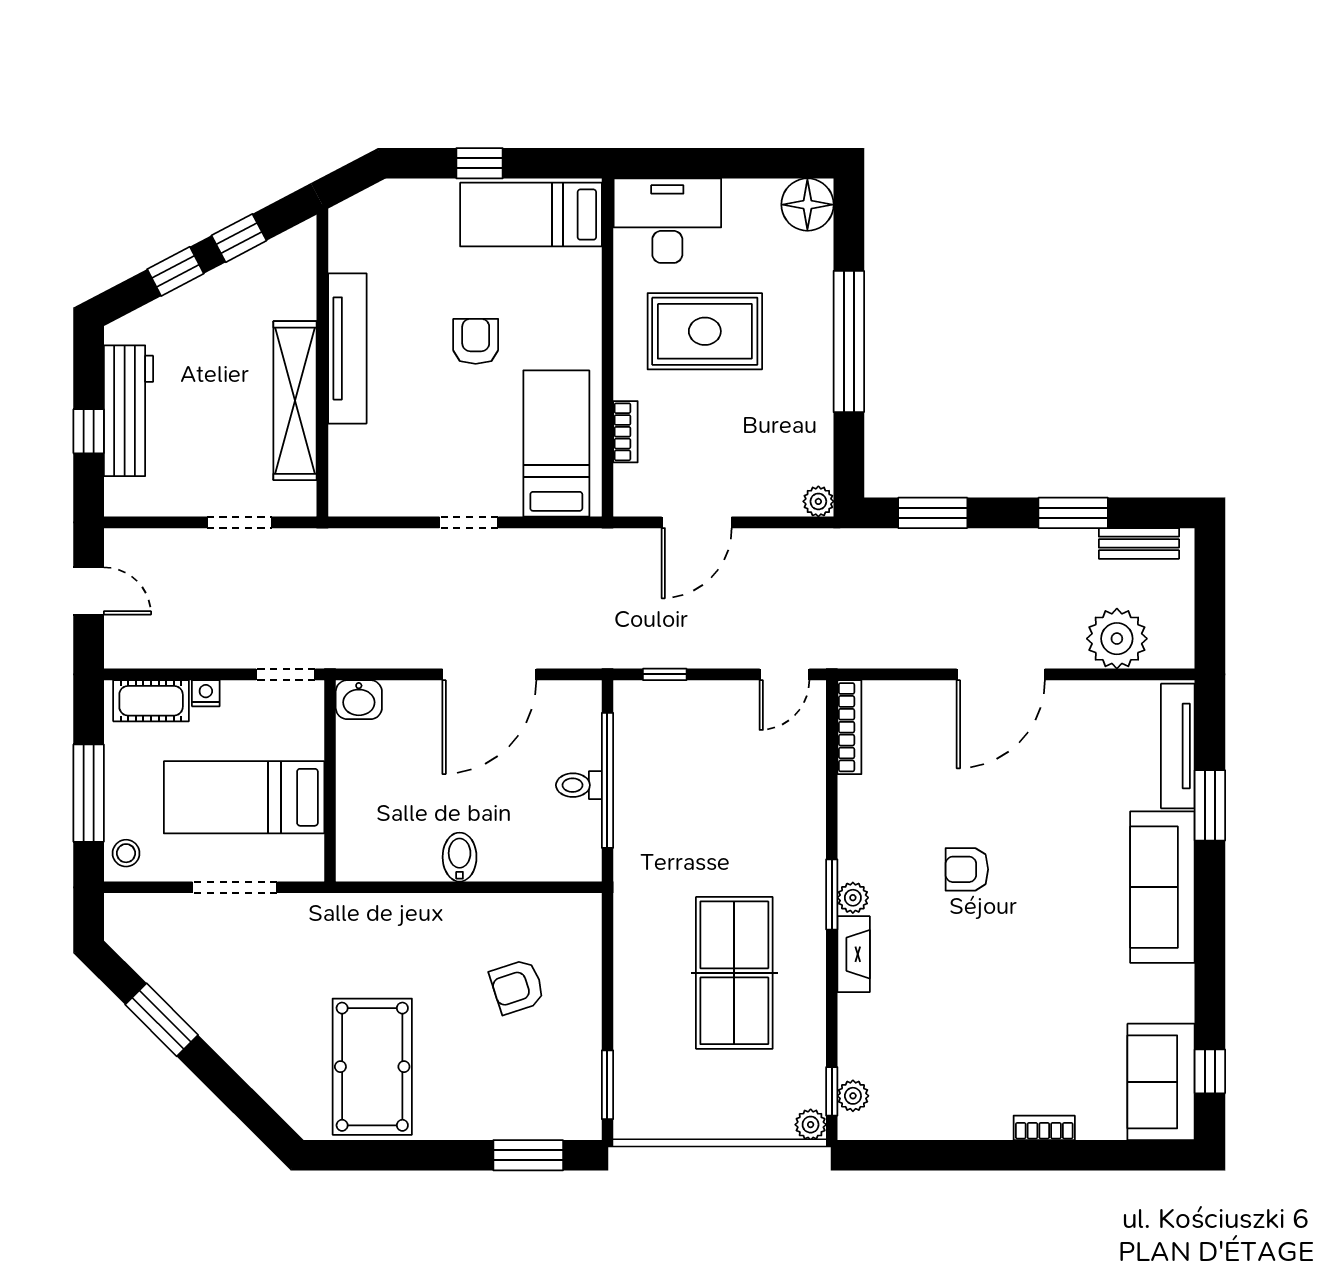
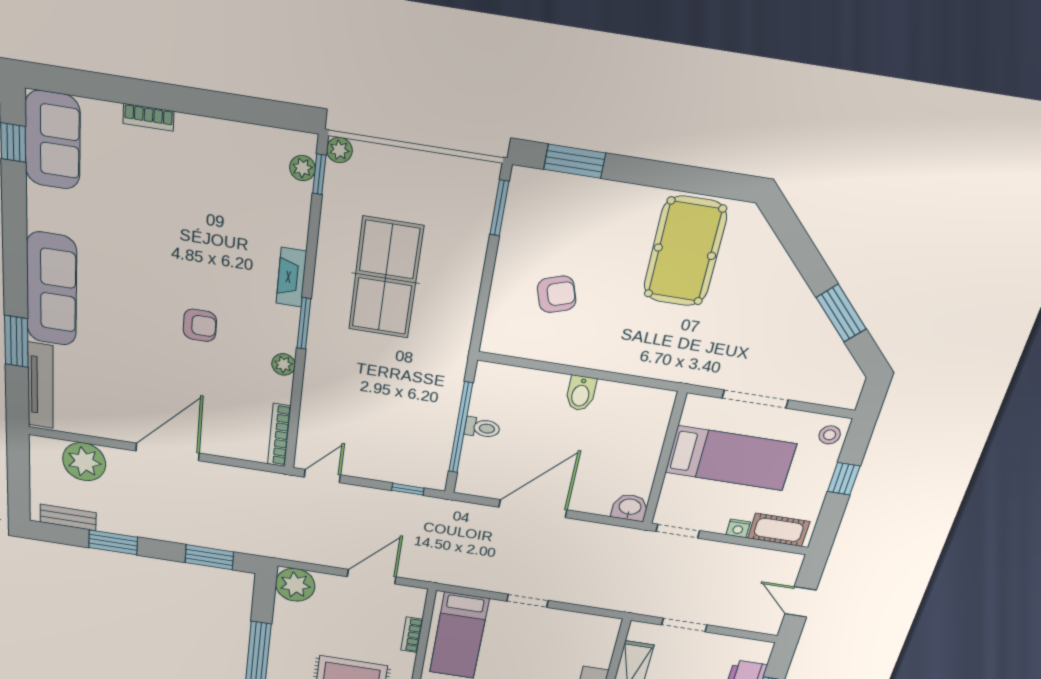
plant: (818, 501) -> (295, 585), width x1.88, depth x1.88
window: (89, 793) -> (844, 479), width x0.46
plant: (853, 898) -> (284, 364), moved

